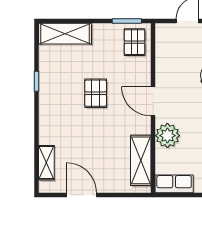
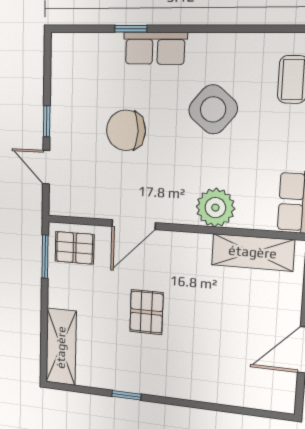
pallet: (96, 93) -> (146, 312), turned 90
door: (153, 101) -> (134, 225), moved
shelving: (46, 163) -> (248, 397), removed

